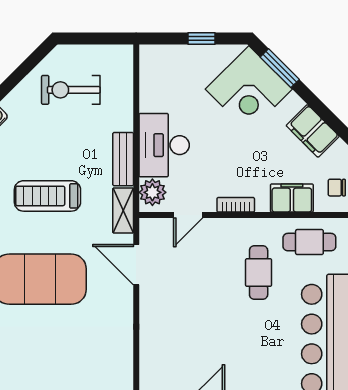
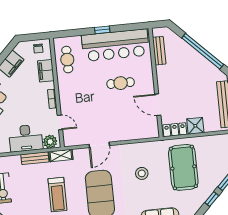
door: (136, 265) -> (99, 145), moved
cafe table: (259, 273) -> (121, 83), moved
stool: (72, 365) -> (142, 173), added

